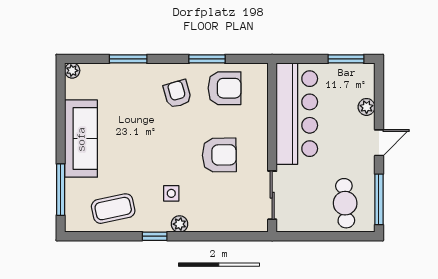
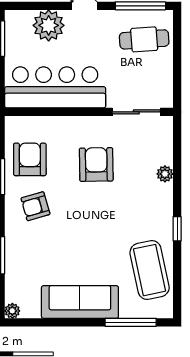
plant: (367, 107) -> (49, 25), width x1.88, depth x1.88
side table: (171, 193) -> (134, 212), removed
coffee table: (113, 209) -> (150, 270), width x1.36, depth x1.32
plant: (180, 224) -> (165, 174), moved

